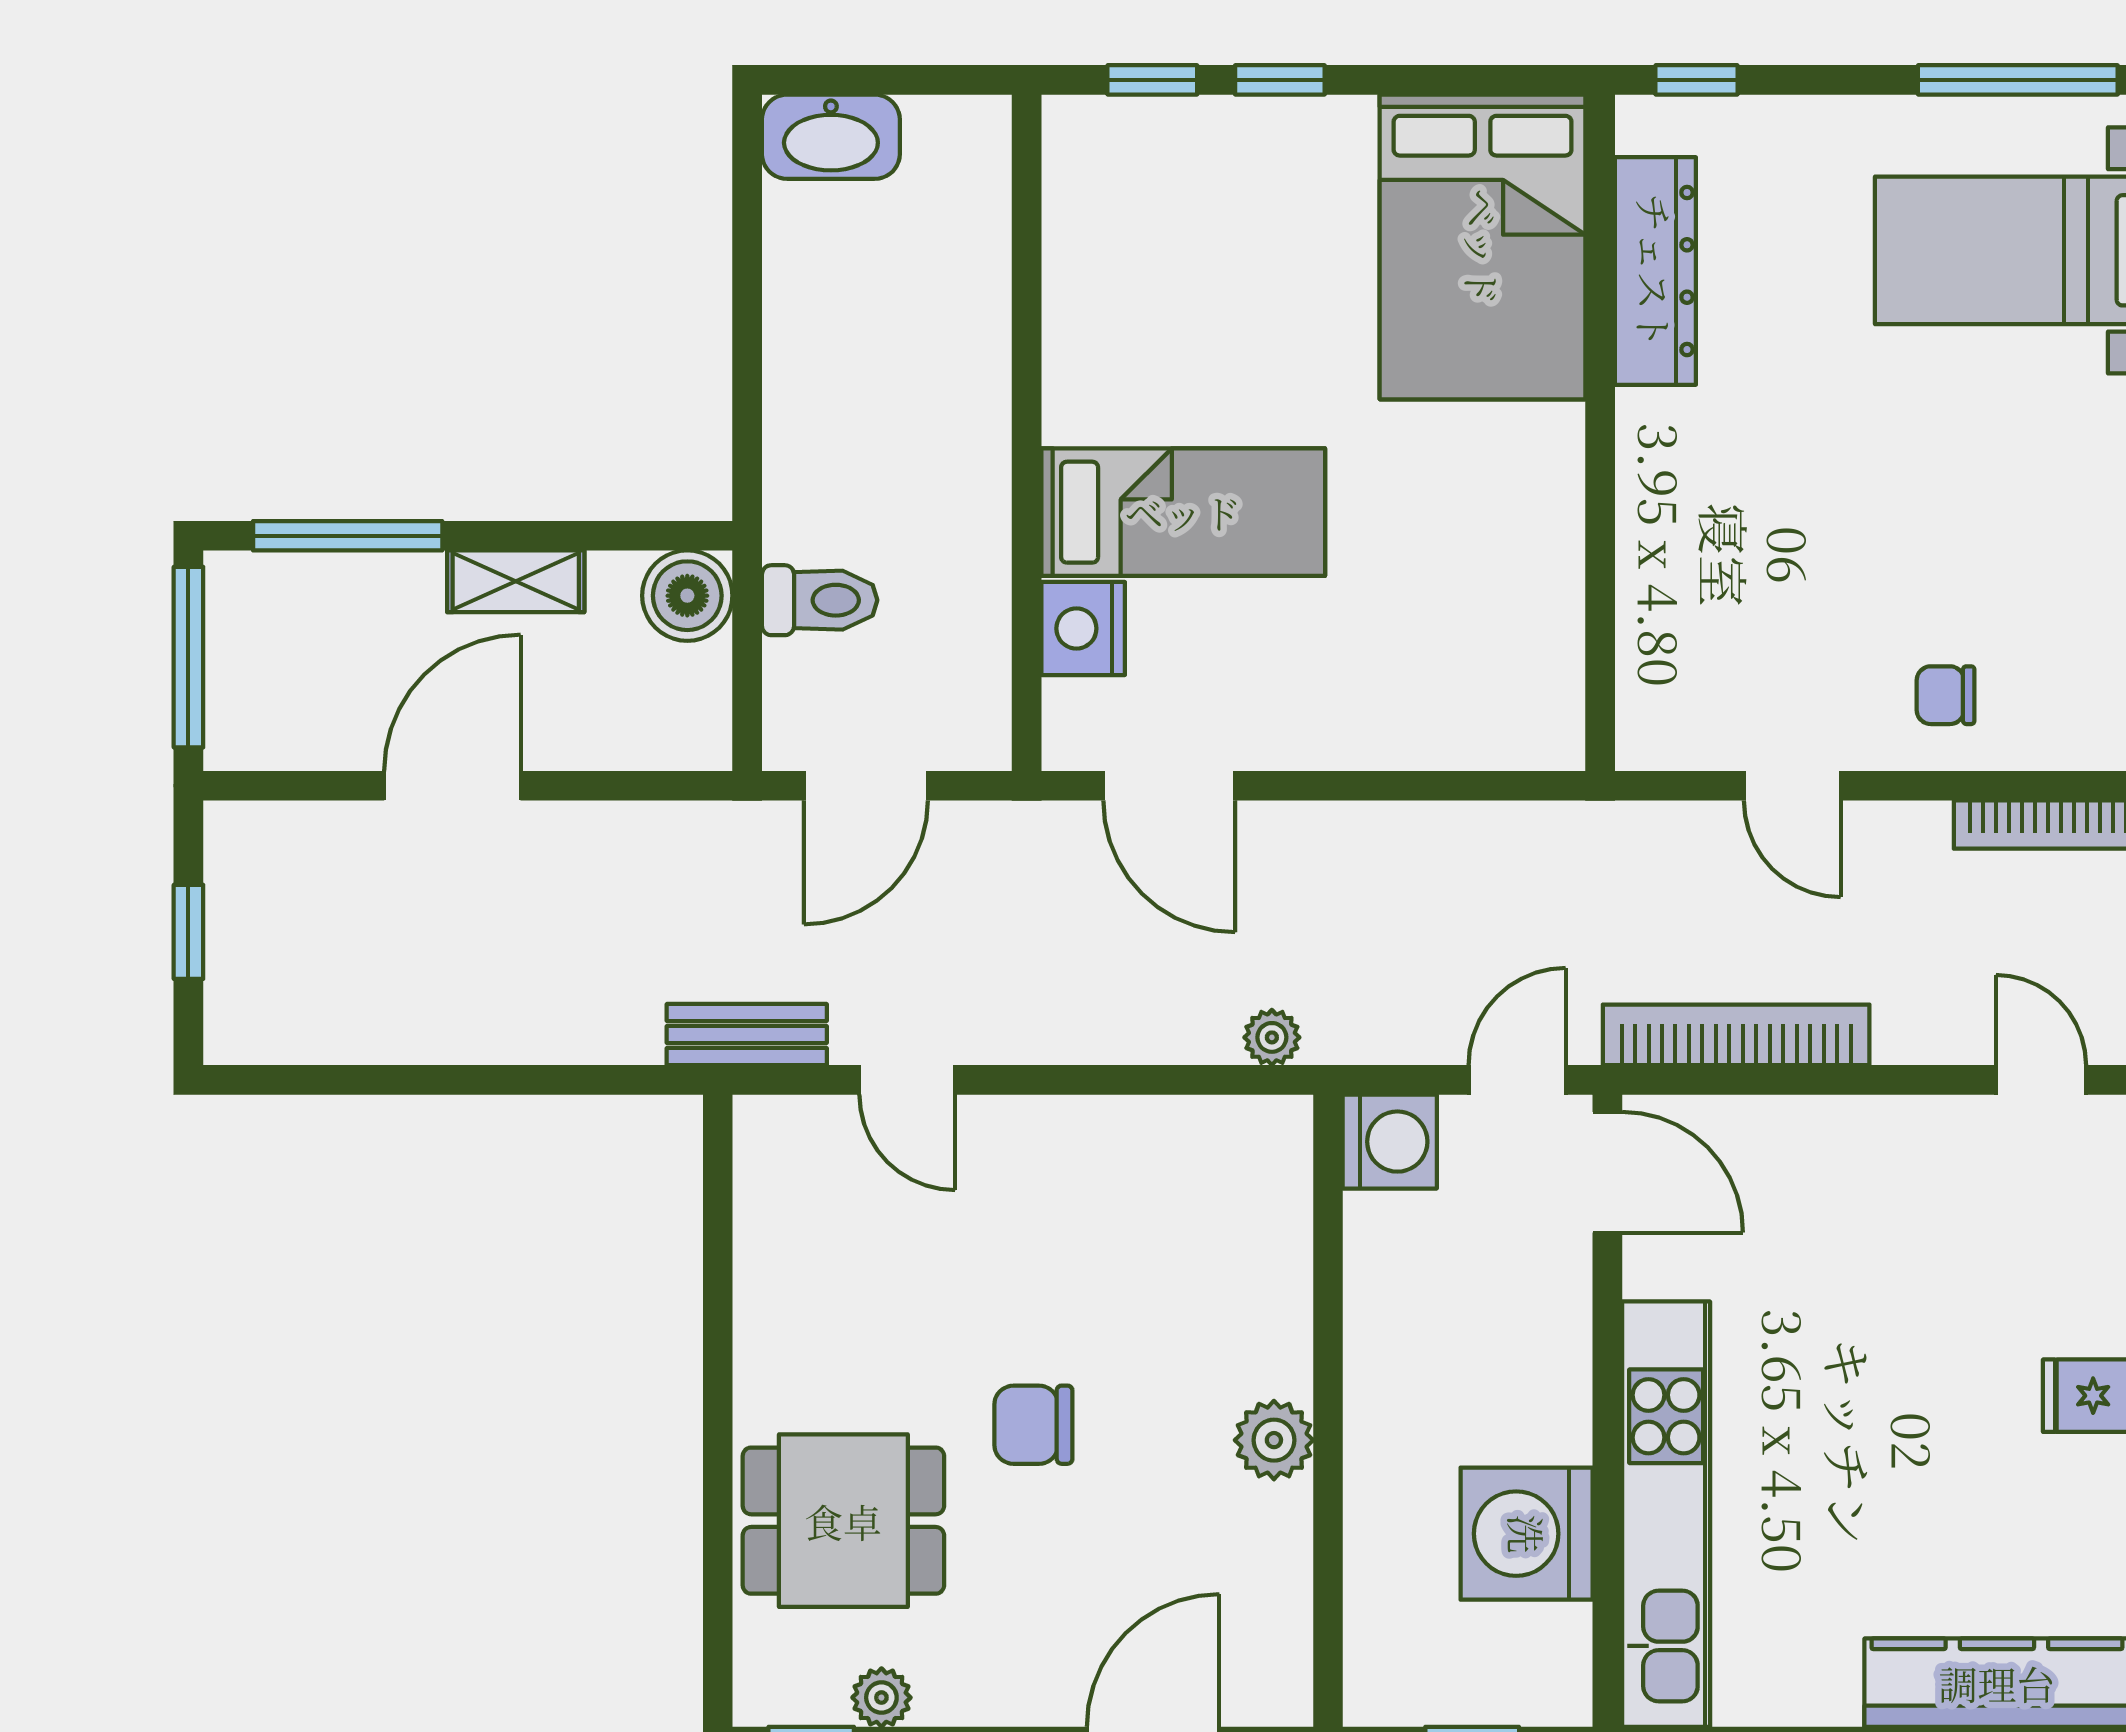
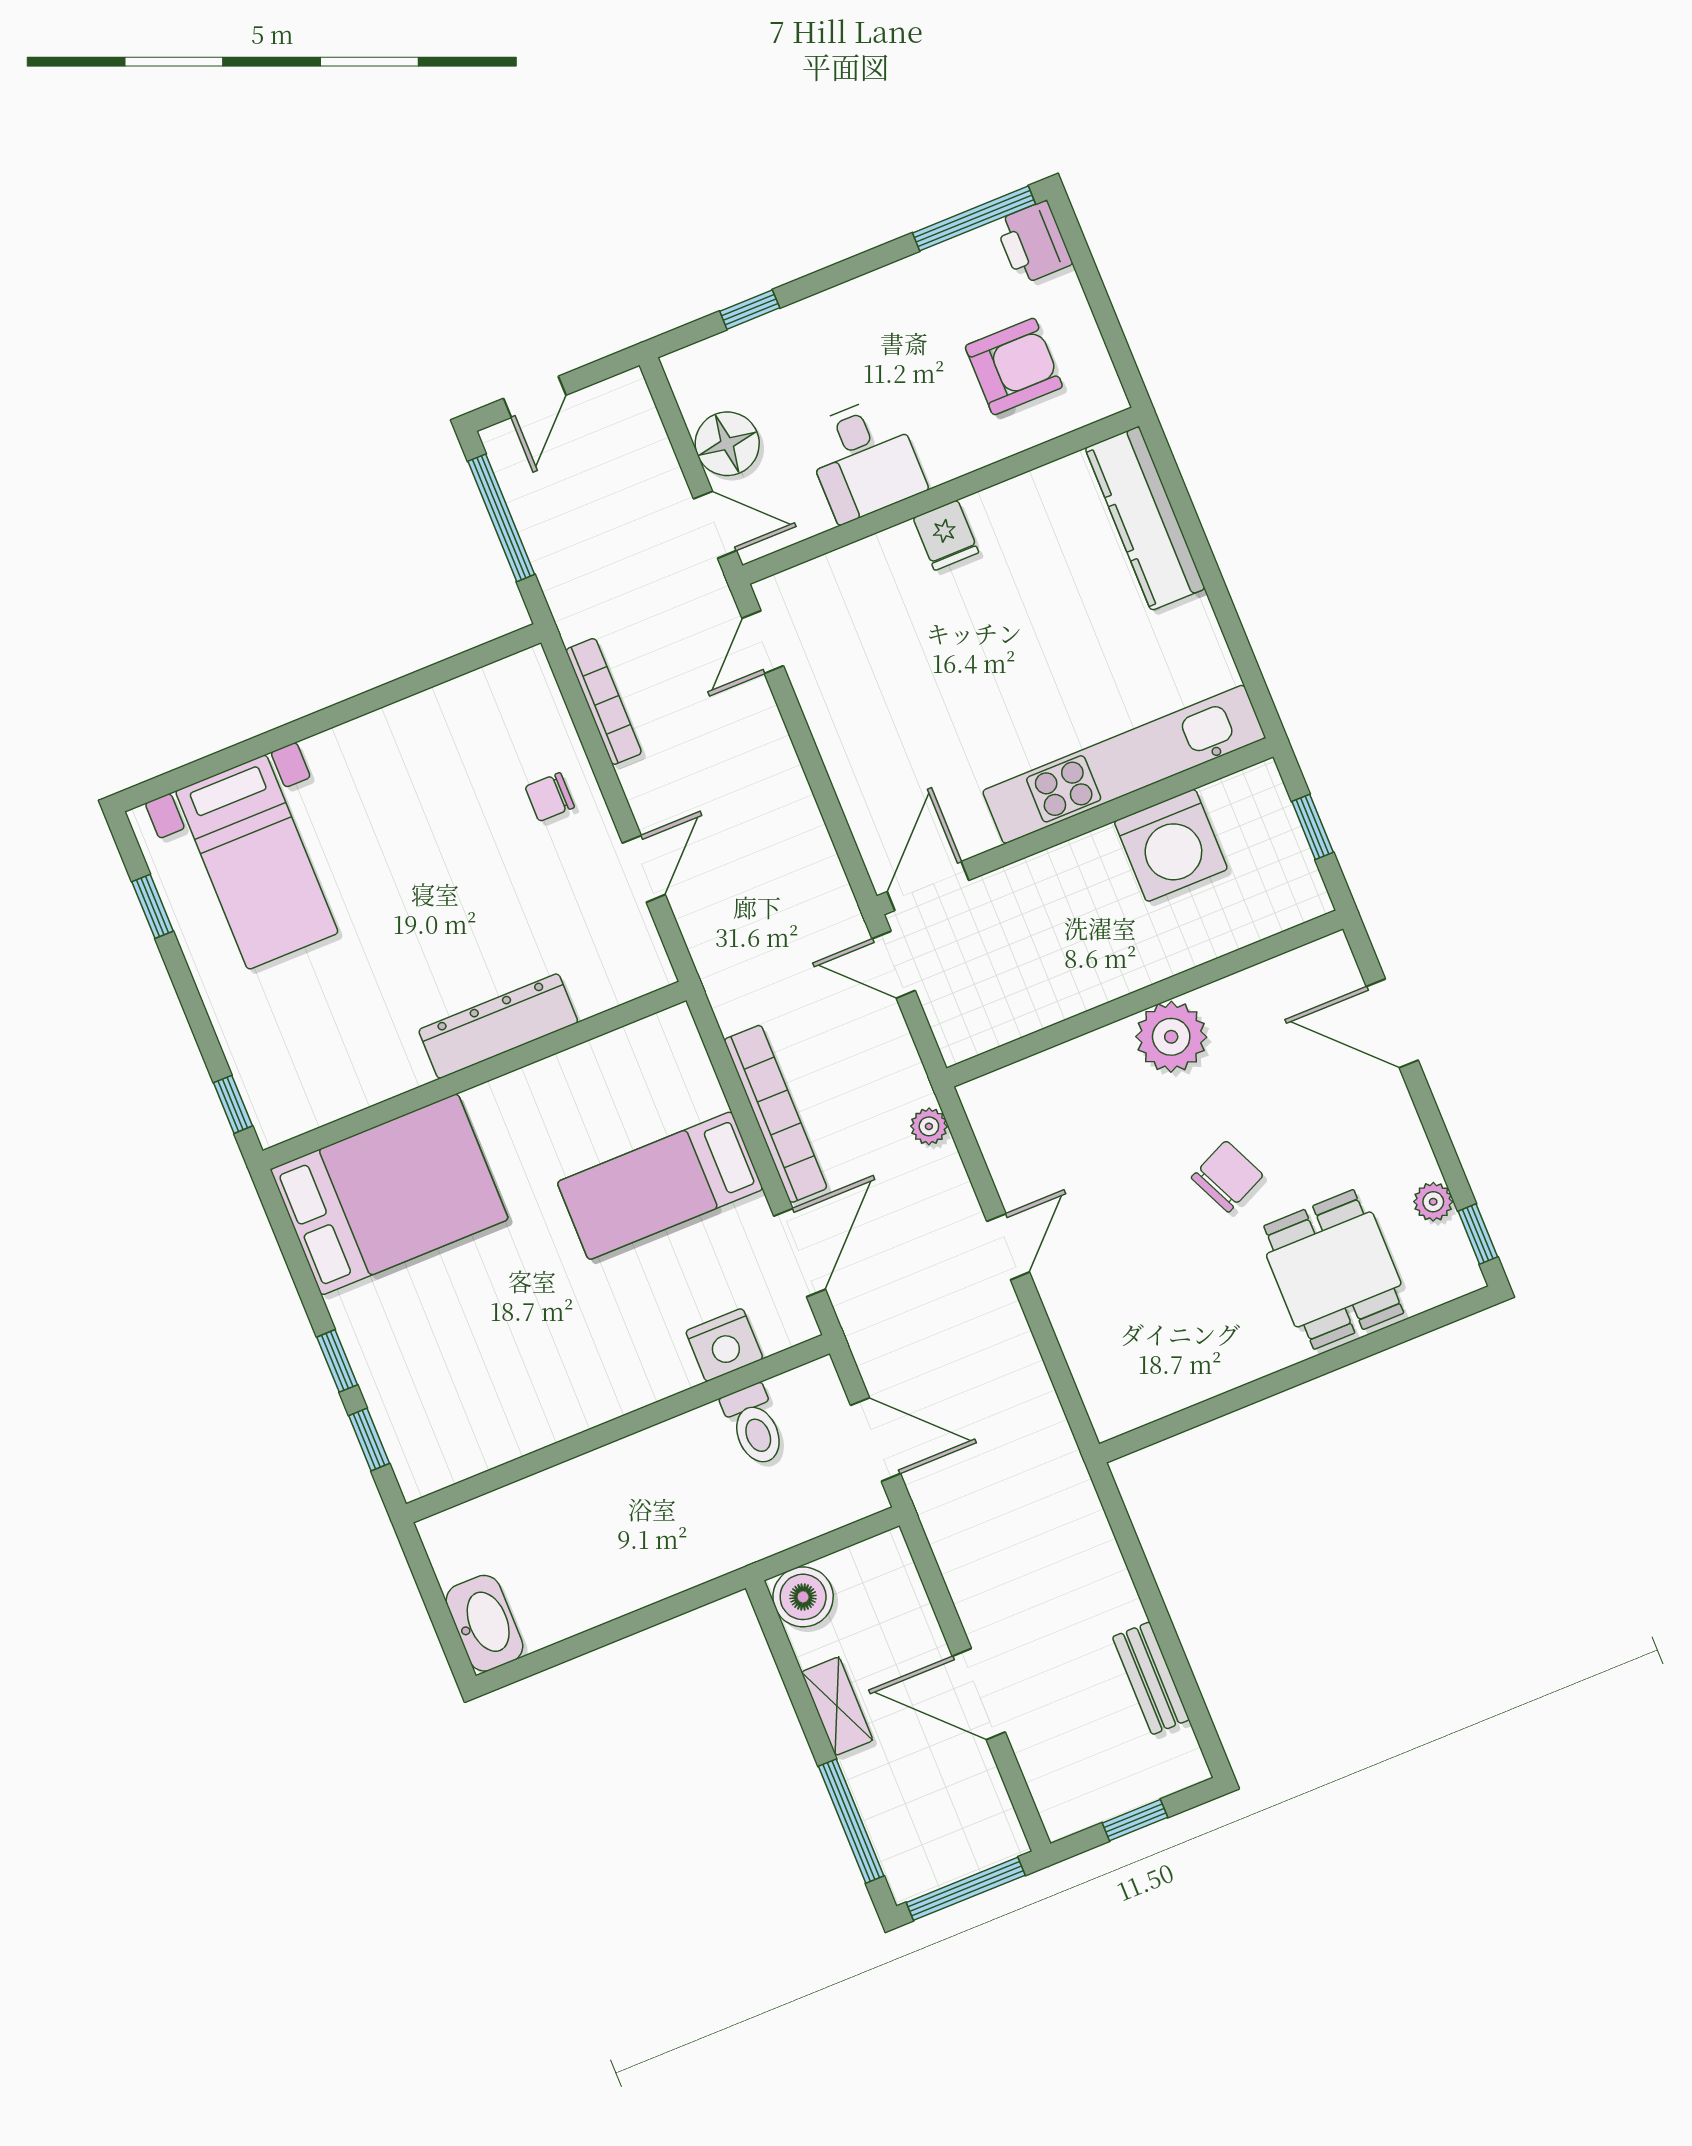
window: (2018, 80) -> (153, 906), width x0.46
dresser: (1655, 271) -> (498, 1026), moved
bed: (1183, 512) -> (660, 1186), moved, turned -90
toilet: (820, 600) -> (754, 1425), moved, turned 180
chair: (1946, 695) -> (550, 797), turned 90
bench: (747, 1035) -> (1151, 1678), moved
bookcase: (1736, 1035) -> (776, 1114), moved, turned 180
door: (907, 1080) -> (1008, 1247), moved
washing machine: (1390, 1142) -> (964, 1028), removed
chair: (1033, 1425) -> (1227, 1176), turned -115
plant: (1274, 1440) -> (1171, 1037), width x1.36, depth x1.36

